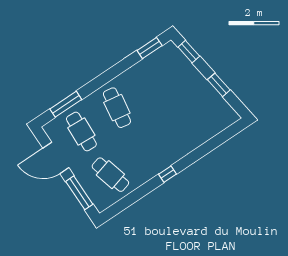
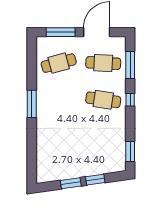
window: (189, 52) -> (95, 180), moved
window: (99, 82) -> (130, 100), added
window: (167, 174) -> (32, 104), width x2.17

